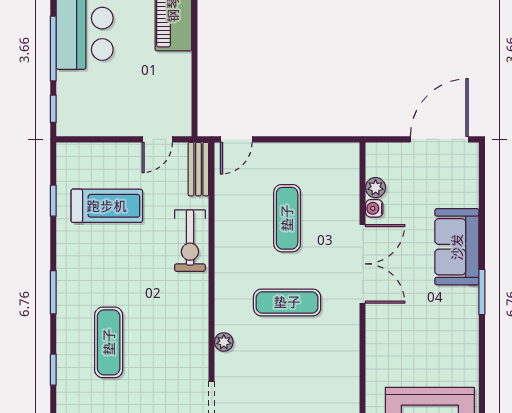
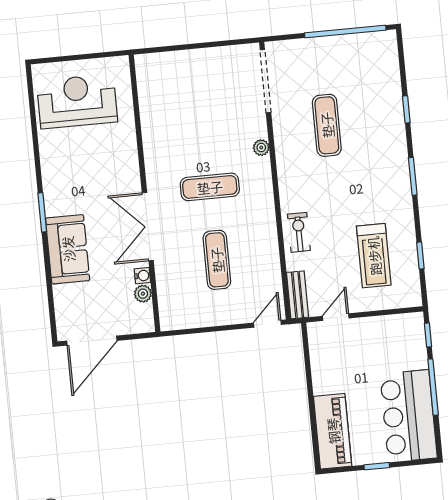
treadmill: (107, 206) -> (374, 256), turned -90
exercise bike: (190, 241) -> (299, 232), width x0.73, depth x0.72
exercise mat: (109, 342) -> (327, 125), moved

